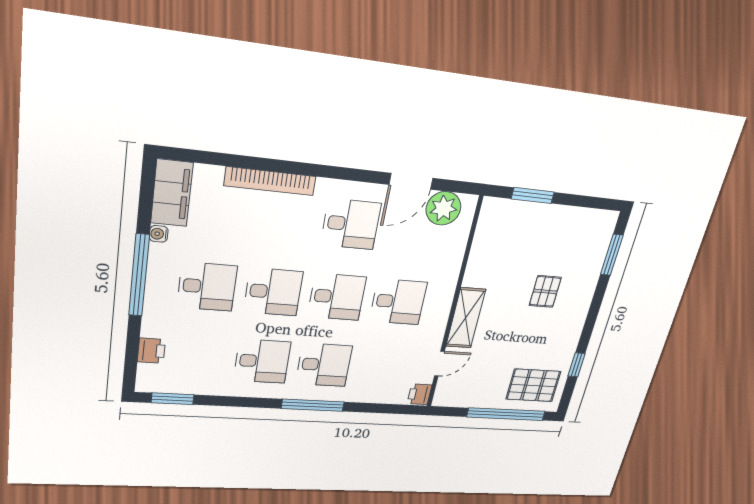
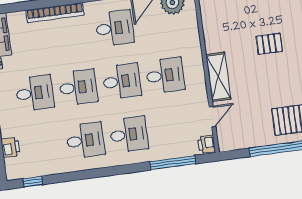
pallet: (545, 291) -> (269, 44), turned 90
window: (173, 399) -> (33, 182), width x0.67
window: (313, 405) -> (173, 163), moved

